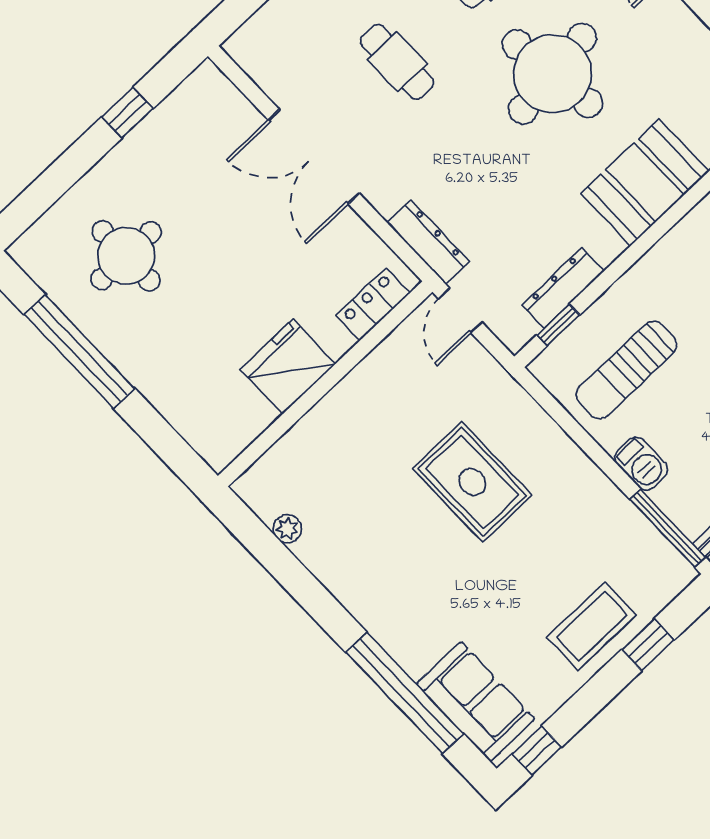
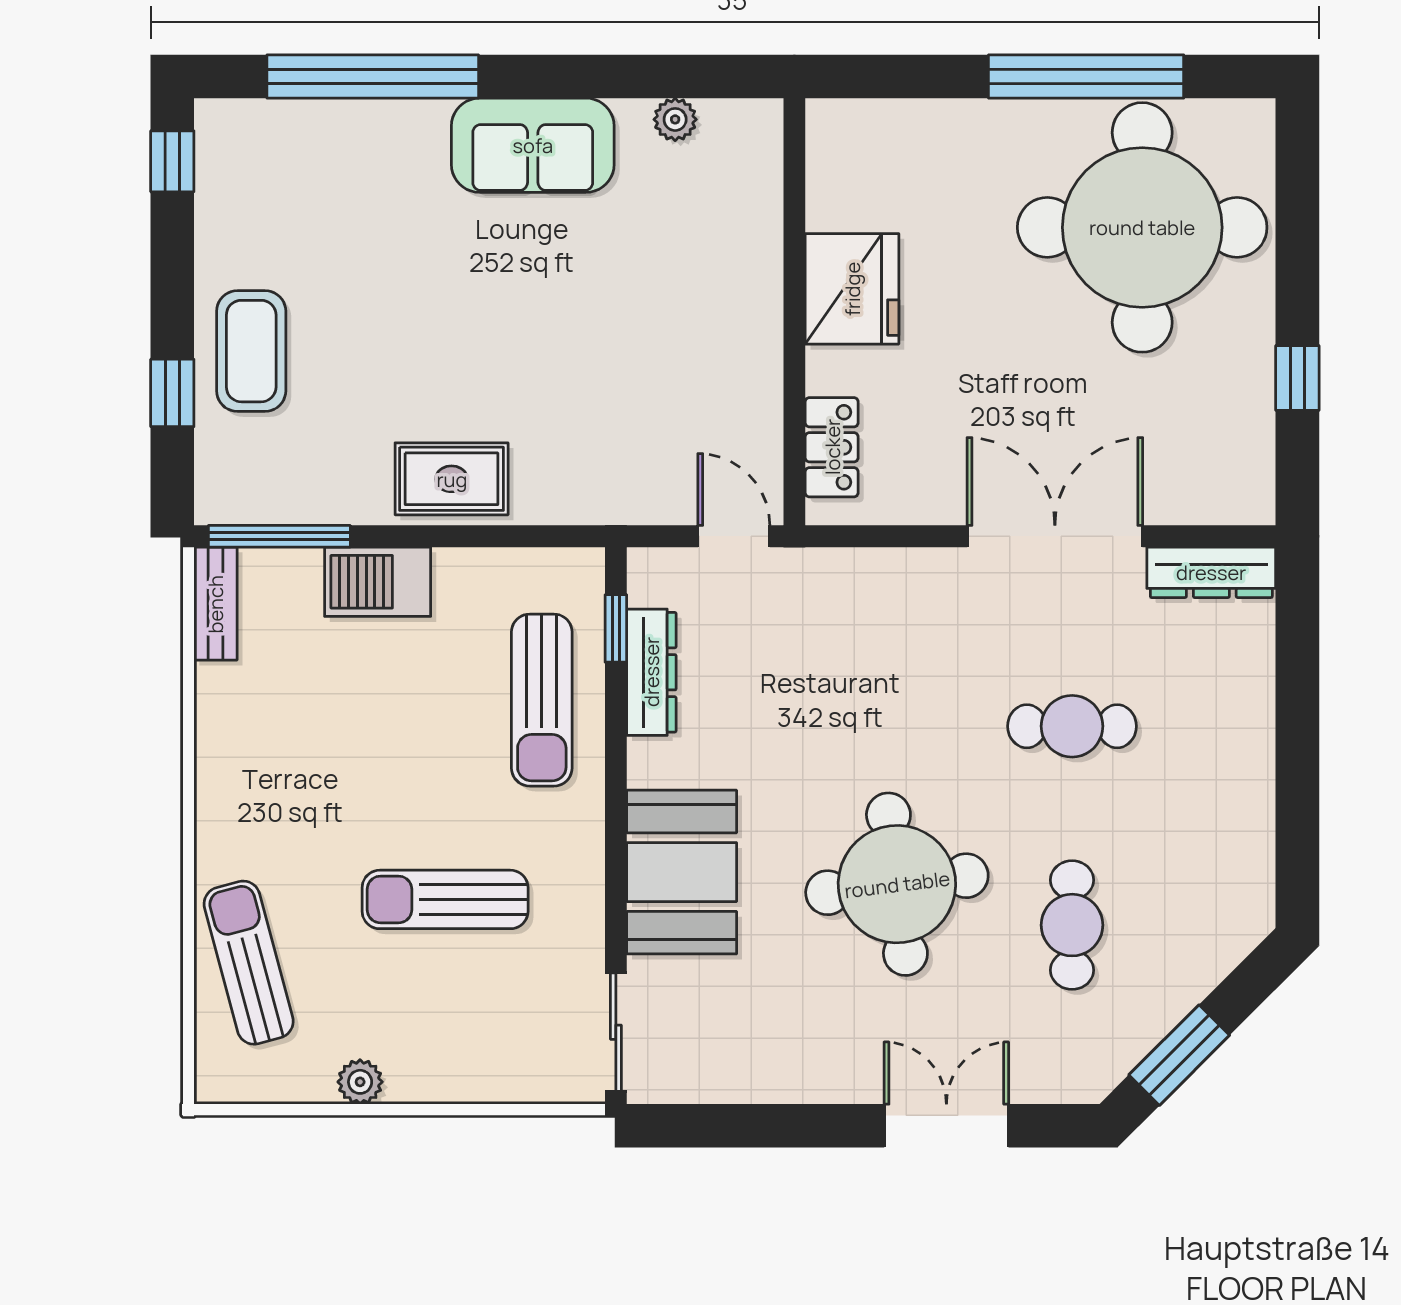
dresser: (428, 242) -> (1211, 572), moved
round table: (126, 256) -> (1142, 227), width x1.86, depth x1.86
sun lounger: (626, 370) -> (542, 700), moved, turned 180
barbecue: (641, 464) -> (378, 582), width x1.38, depth x1.27
rug: (472, 482) -> (452, 479), moved, width x0.73, depth x0.70
sofa: (475, 701) -> (533, 145), moved

